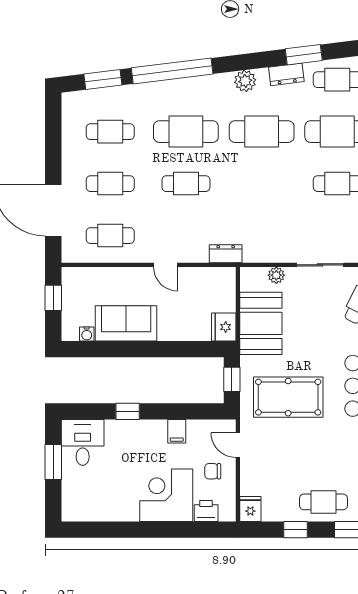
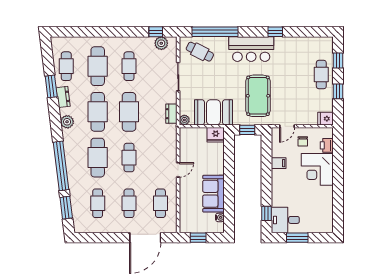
cafe table: (262, 184) -> (129, 112), added
dresser: (226, 254) -> (171, 114), moved
plant: (276, 275) -> (184, 120), moved
window: (128, 411) -> (267, 213), moved

